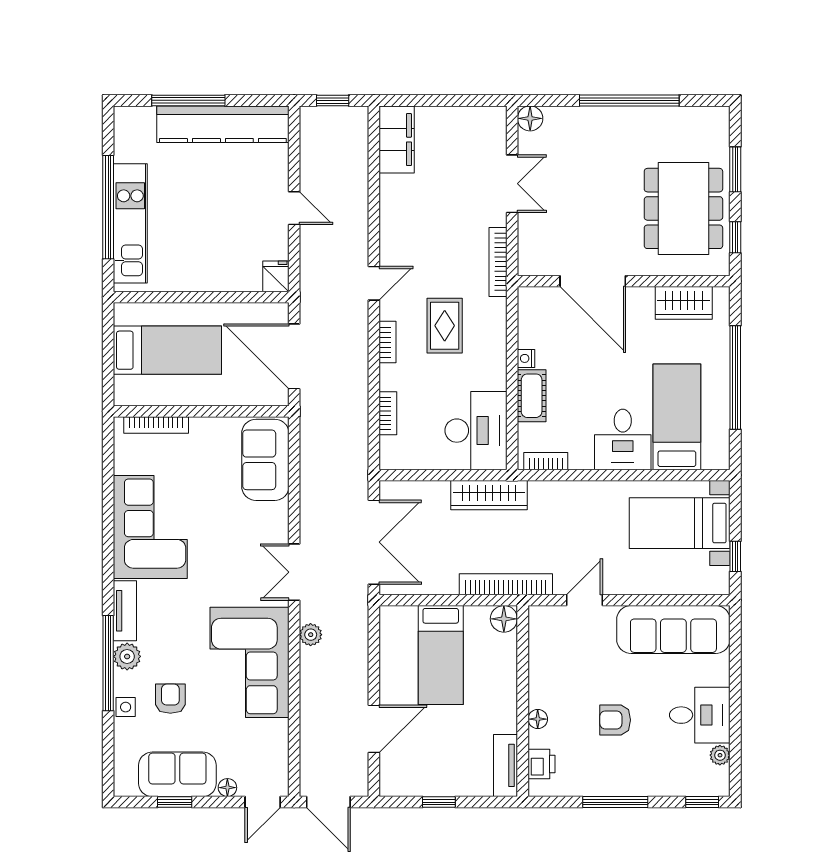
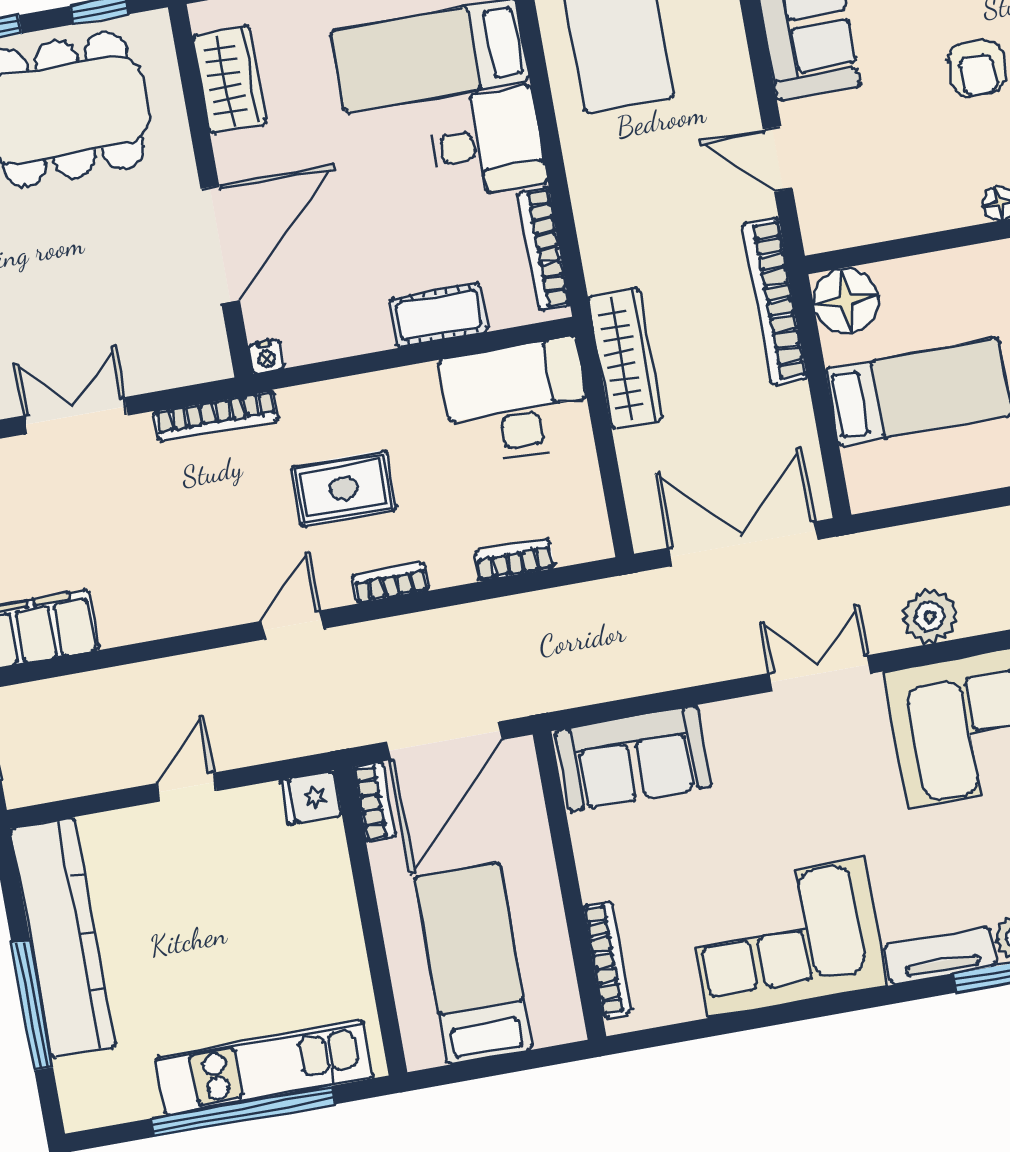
door: (374, 283) -> (292, 625), hinge flipped
bookcase: (267, 311) -> (374, 802), added
nightstand: (526, 358) -> (266, 356), moved
bookcase: (546, 461) -> (544, 248), width x1.56
double door: (294, 572) -> (820, 673), swing flipped
floor lamp: (504, 619) -> (846, 301), width x1.38, depth x1.38
plant: (311, 635) -> (930, 616), width x1.38, depth x1.38

